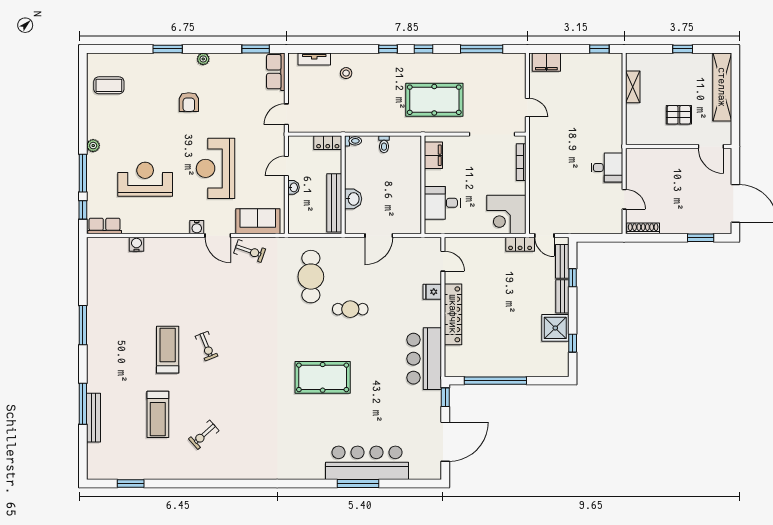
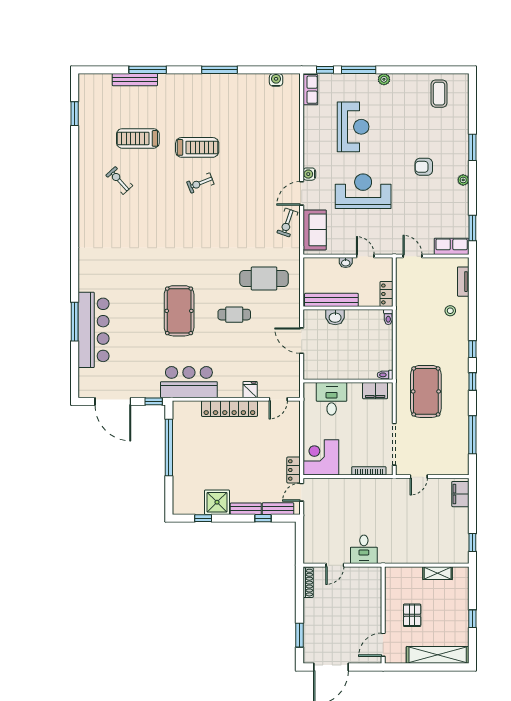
toilet: (384, 144) -> (385, 375), moved
water cooler: (136, 244) -> (276, 80), moved, turned -90
cafe table: (350, 309) -> (234, 315), turned 90
pool table: (323, 377) -> (179, 311), moved

